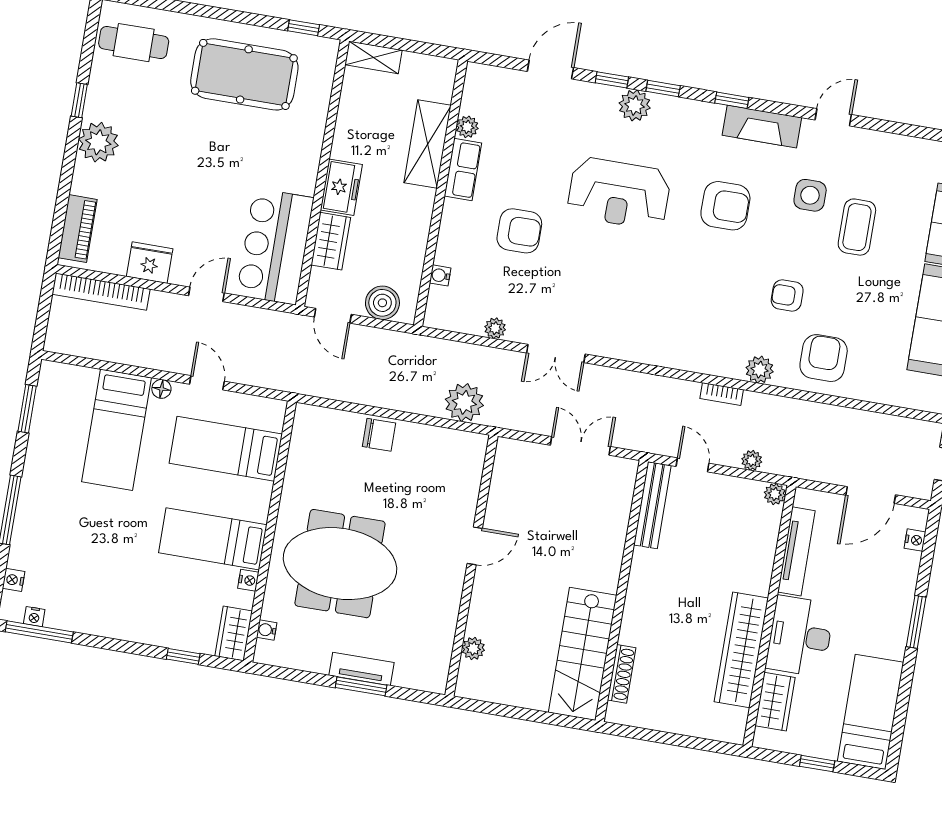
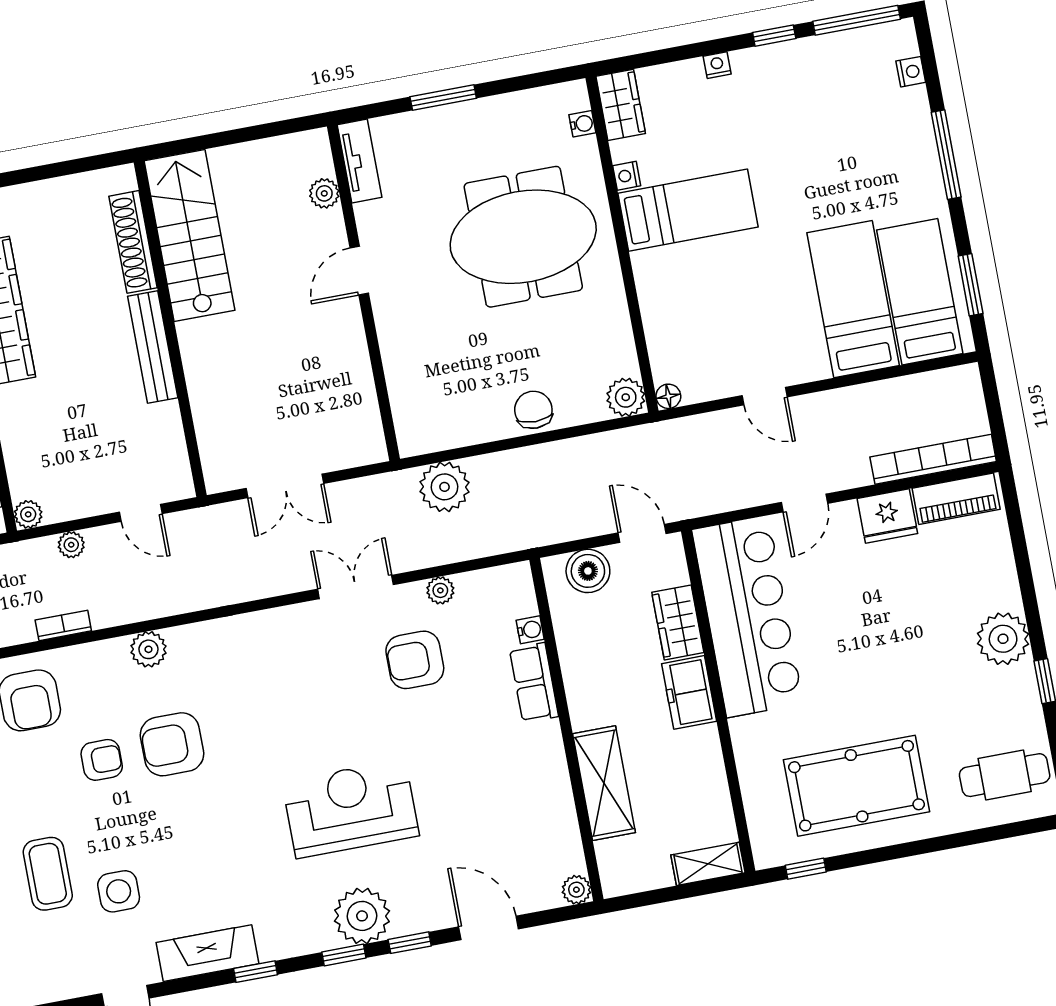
door: (550, 69) -> (489, 928), swing flipped
plant: (635, 105) -> (362, 916), width x1.36, depth x1.36
plant: (467, 127) -> (576, 890), moved
row of seats: (463, 169) -> (534, 683), moved
armchair: (725, 206) -> (172, 744), moved
piano: (78, 229) -> (956, 499), moved, turned -90
armchair: (519, 231) -> (415, 660), moved
bar counter: (275, 246) -> (748, 617), width x1.36
plant: (760, 370) -> (148, 649), moved
floor lamp: (161, 389) -> (668, 396), moved
bookcase: (722, 394) -> (63, 625), moved
plant: (308, 419) -> (626, 397), added
chair: (379, 435) -> (533, 410), turned 90
bed: (226, 449) -> (920, 292), moved, turned -90
bench: (652, 505) -> (153, 347), moved
door: (475, 546) -> (359, 271), moved
nightstand: (34, 617) -> (717, 65), moved
window: (183, 656) -> (774, 36), moved
tv unit: (361, 669) -> (360, 161), moved, turned -90
shoe rack: (622, 674) -> (133, 242), width x1.36, depth x1.24

